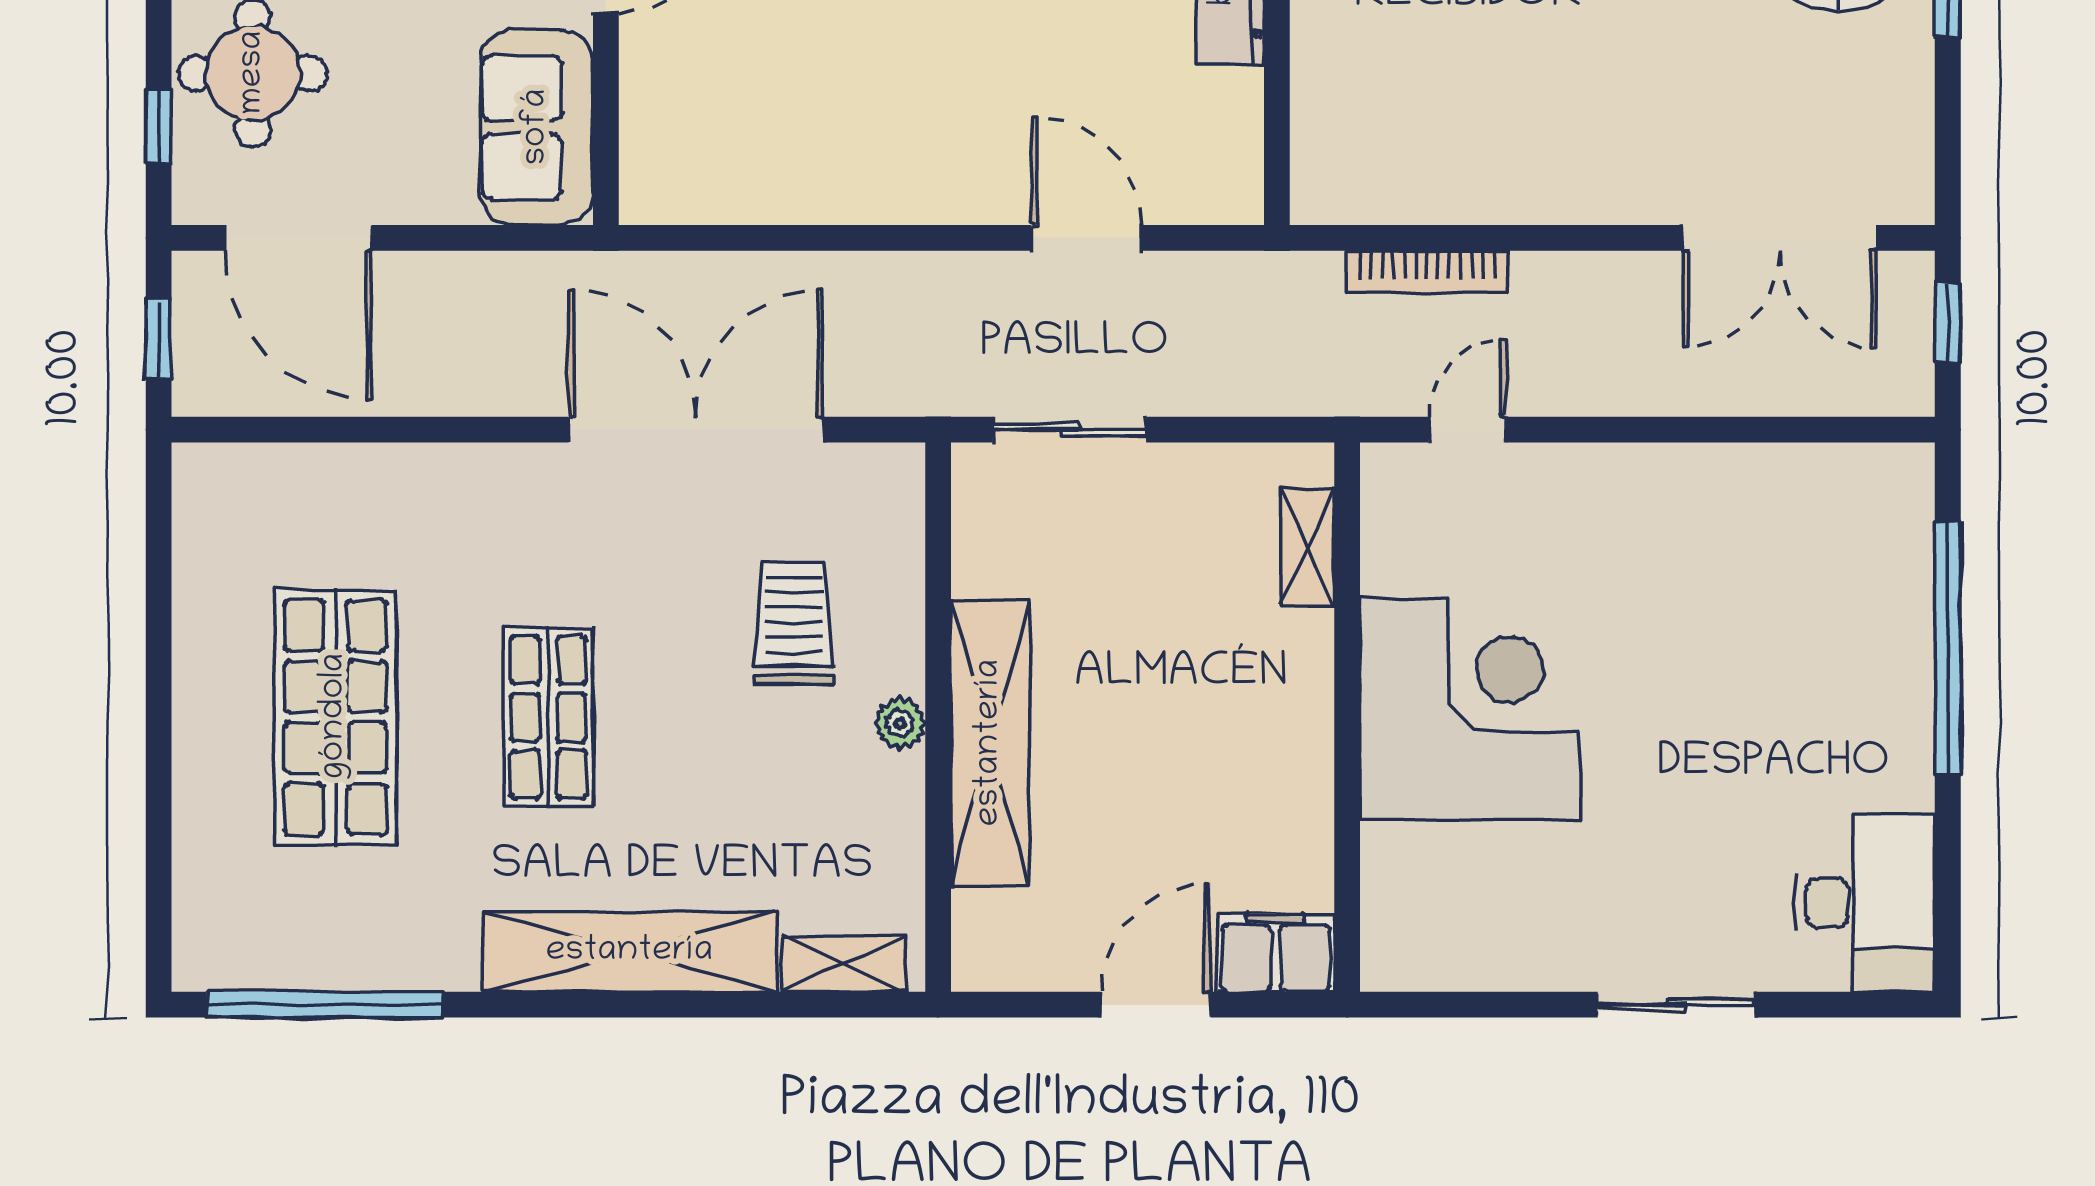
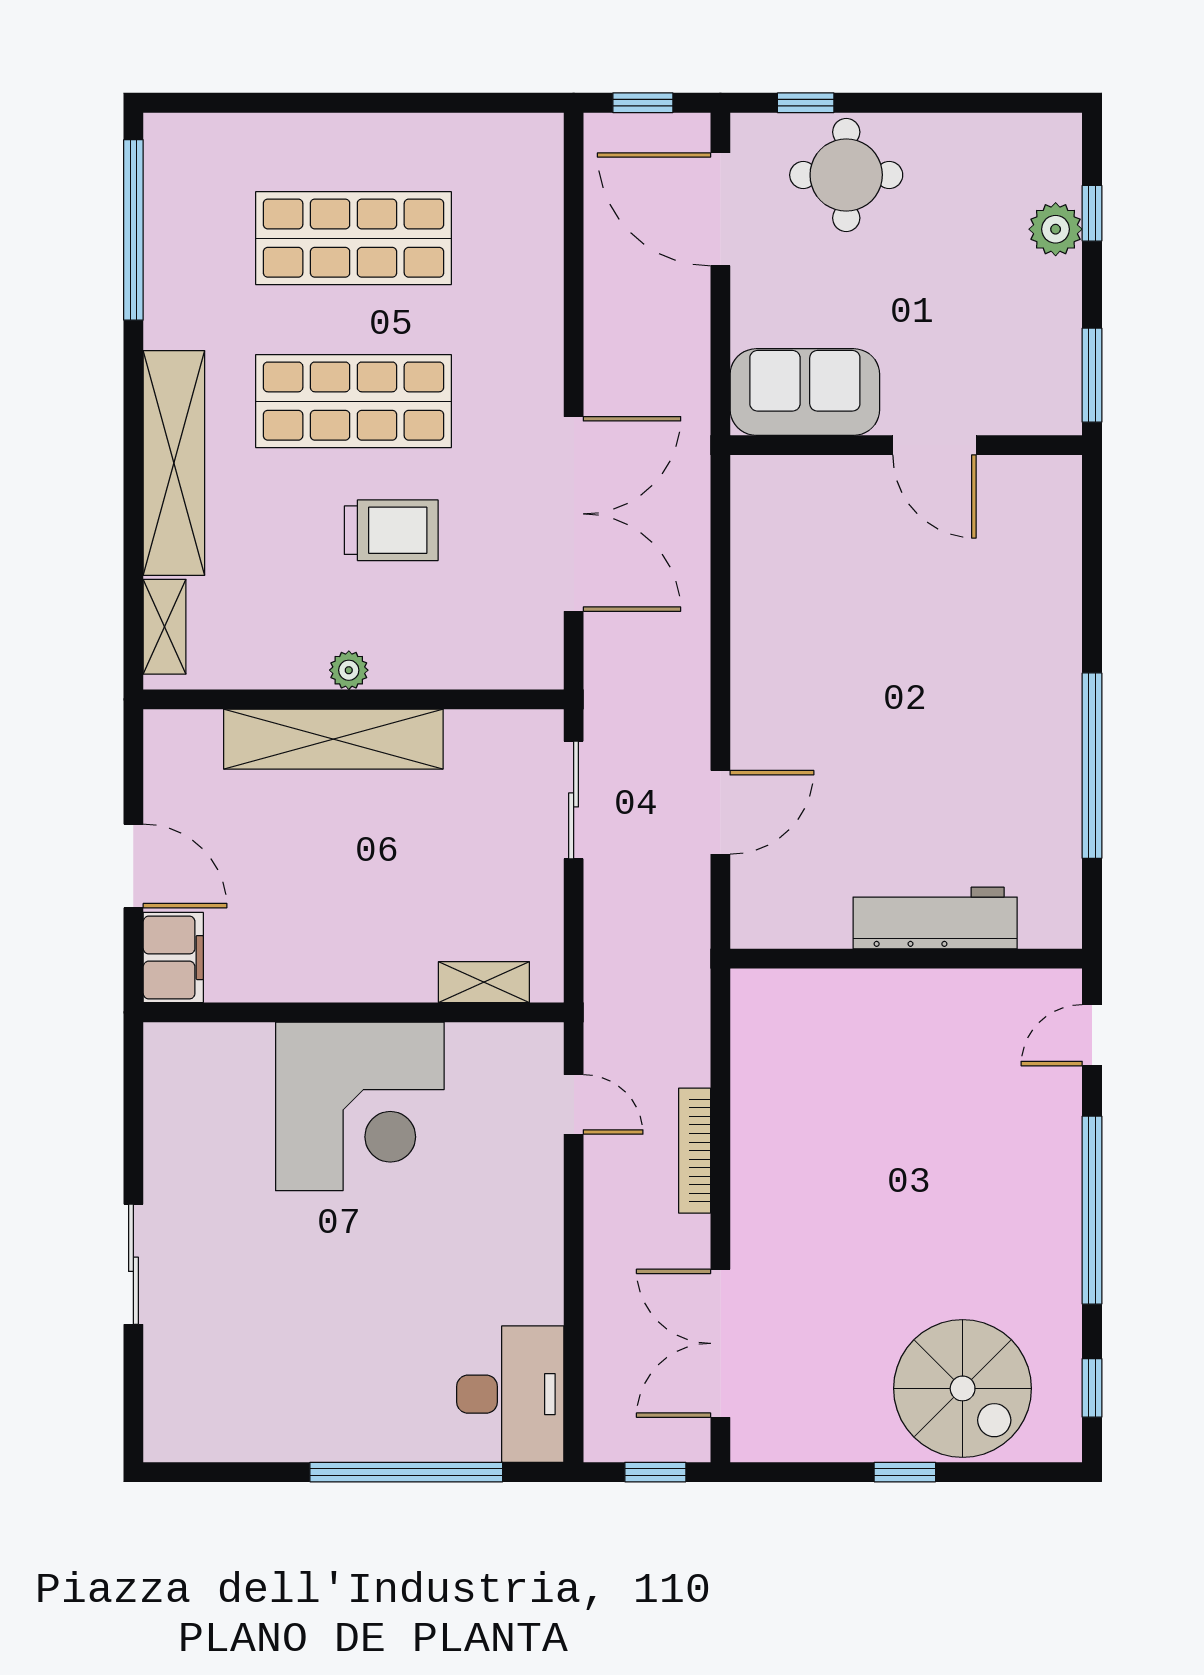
door: (298, 238) -> (720, 209), hinge flipped
bookcase: (1427, 272) -> (695, 1151), moved
trolley: (794, 623) -> (391, 530), moved
shop shelf: (548, 717) -> (353, 401), width x1.43, depth x1.36
desk: (1865, 903) -> (510, 1394), moved, turned -90

